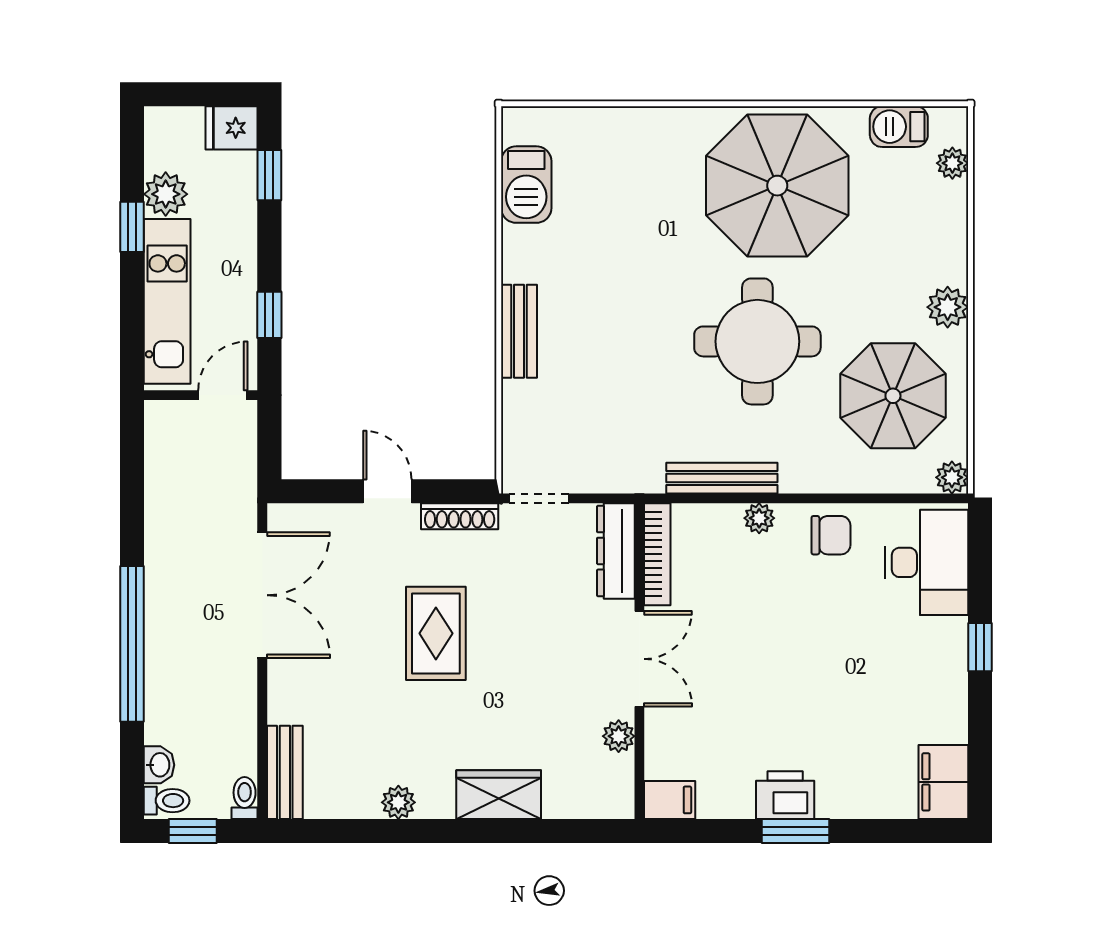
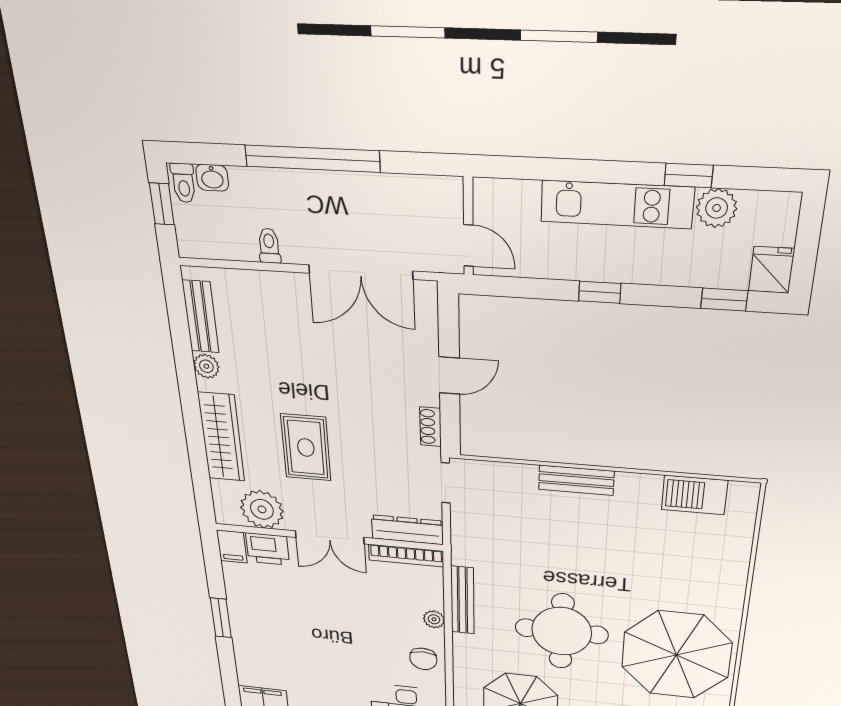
wall: (201, 395) -> (468, 227), moved
door: (223, 395) -> (468, 246), moved
shoe rack: (460, 516) -> (430, 427), width x0.70
rug: (436, 633) -> (306, 447), moved, turned 90
plant: (619, 736) -> (262, 509), width x1.87, depth x1.87
bench: (285, 772) -> (201, 317), moved, turned 90
wardrobe: (499, 795) -> (221, 437), width x1.50
printer: (785, 795) -> (268, 549), moved, turned 90
toilet: (245, 798) -> (269, 246), moved, turned -90

